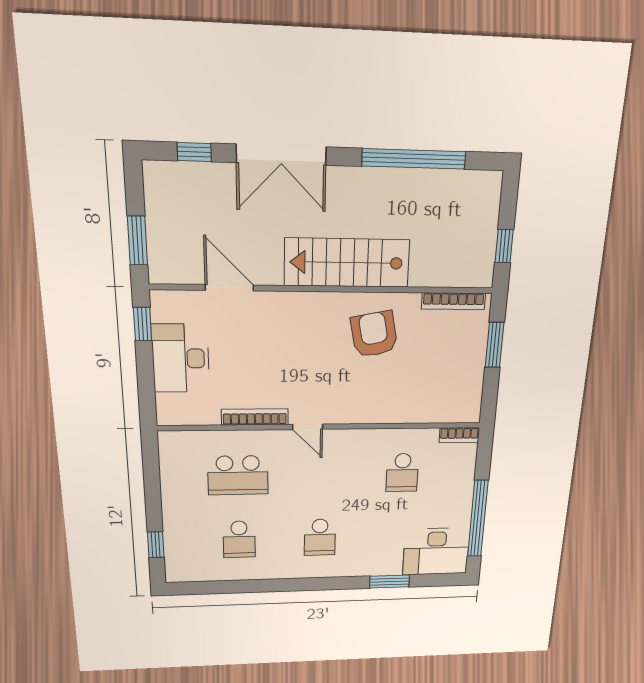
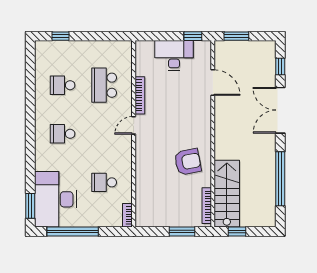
stairs: (347, 263) -> (227, 194), moved
door: (229, 288) -> (213, 83), hinge flipped
desk: (436, 551) -> (55, 199), width x1.36, depth x1.30
window: (390, 582) -> (30, 206), moved

